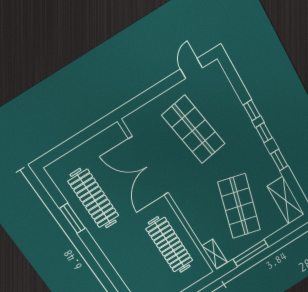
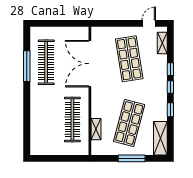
shelving: (223, 83) -> (162, 43), added
window: (72, 218) -> (27, 66), width x1.44
window: (251, 253) -> (132, 158), moved
shelving: (214, 254) -> (96, 129), moved

